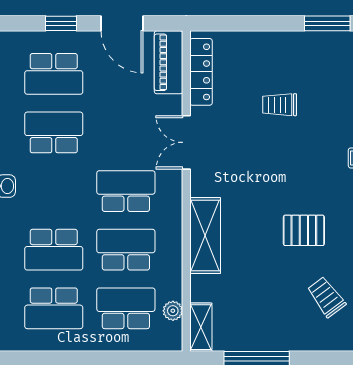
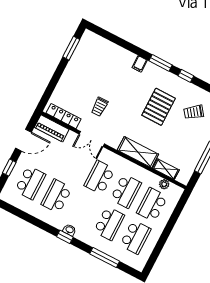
trolley: (280, 105) -> (100, 107), moved
pallet: (304, 230) -> (159, 107), width x1.50, depth x1.42
school desk: (126, 250) -> (126, 191), turned 180
shelving: (201, 327) -> (166, 169), moved

